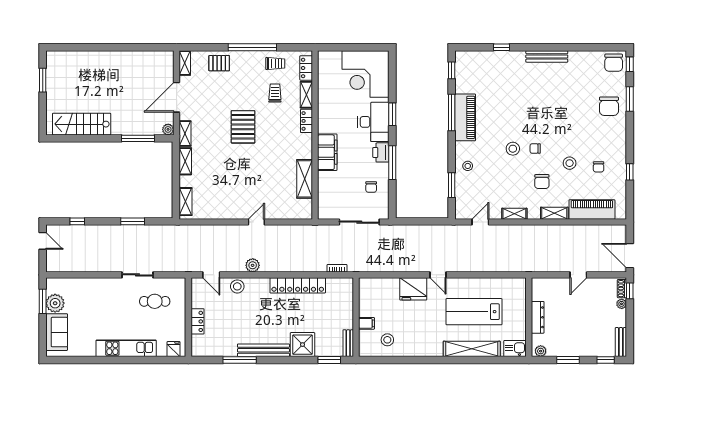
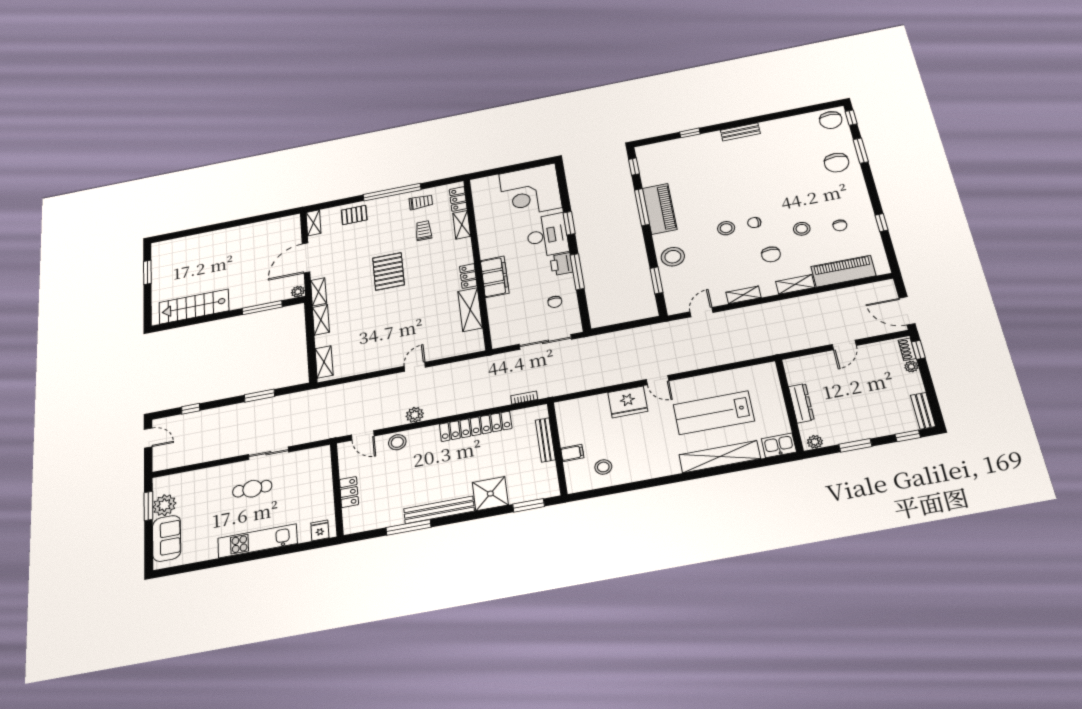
bench: (547, 56) -> (740, 132), width x0.73
locker: (306, 121) -> (468, 276), moved
stool: (468, 166) -> (673, 257), width x1.89, depth x1.89
cafe table: (155, 301) -> (252, 489), moved
bench: (348, 343) -> (545, 440), moved, width x1.36

